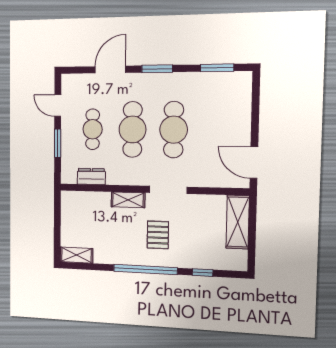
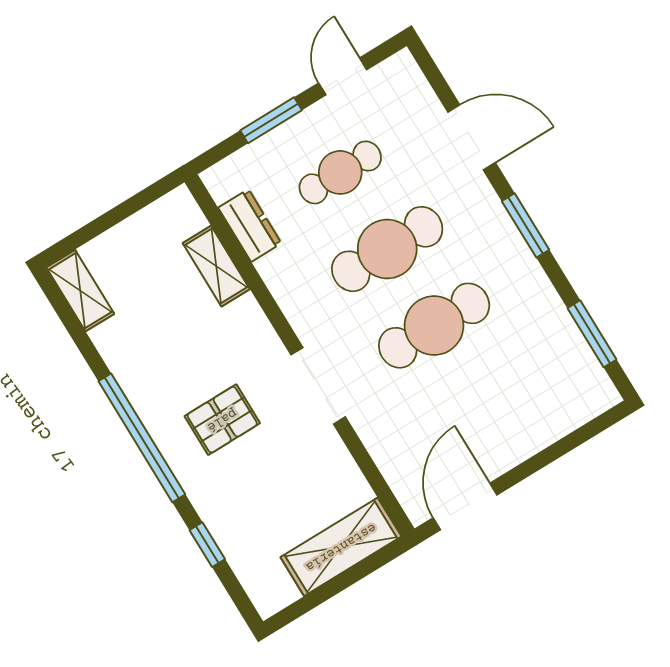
shelving: (128, 200) -> (216, 266), moved

